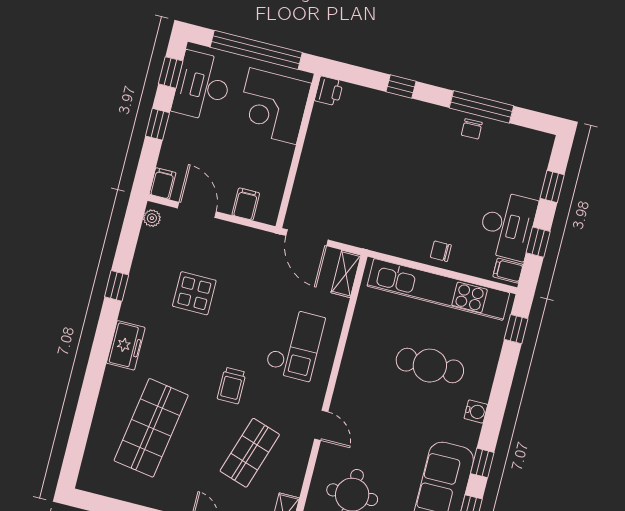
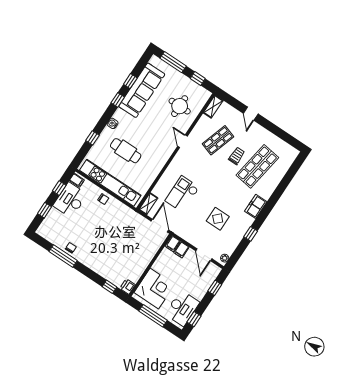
window: (256, 50) -> (153, 316), width x0.68
window: (401, 87) -> (110, 287), moved
window: (157, 124) -> (215, 288), moved
filing cabinet: (163, 183) -> (173, 244), moved
window: (516, 329) -> (93, 138), moved
checkout: (295, 344) -> (182, 194), moved
trolley: (232, 386) -> (237, 156), moved

